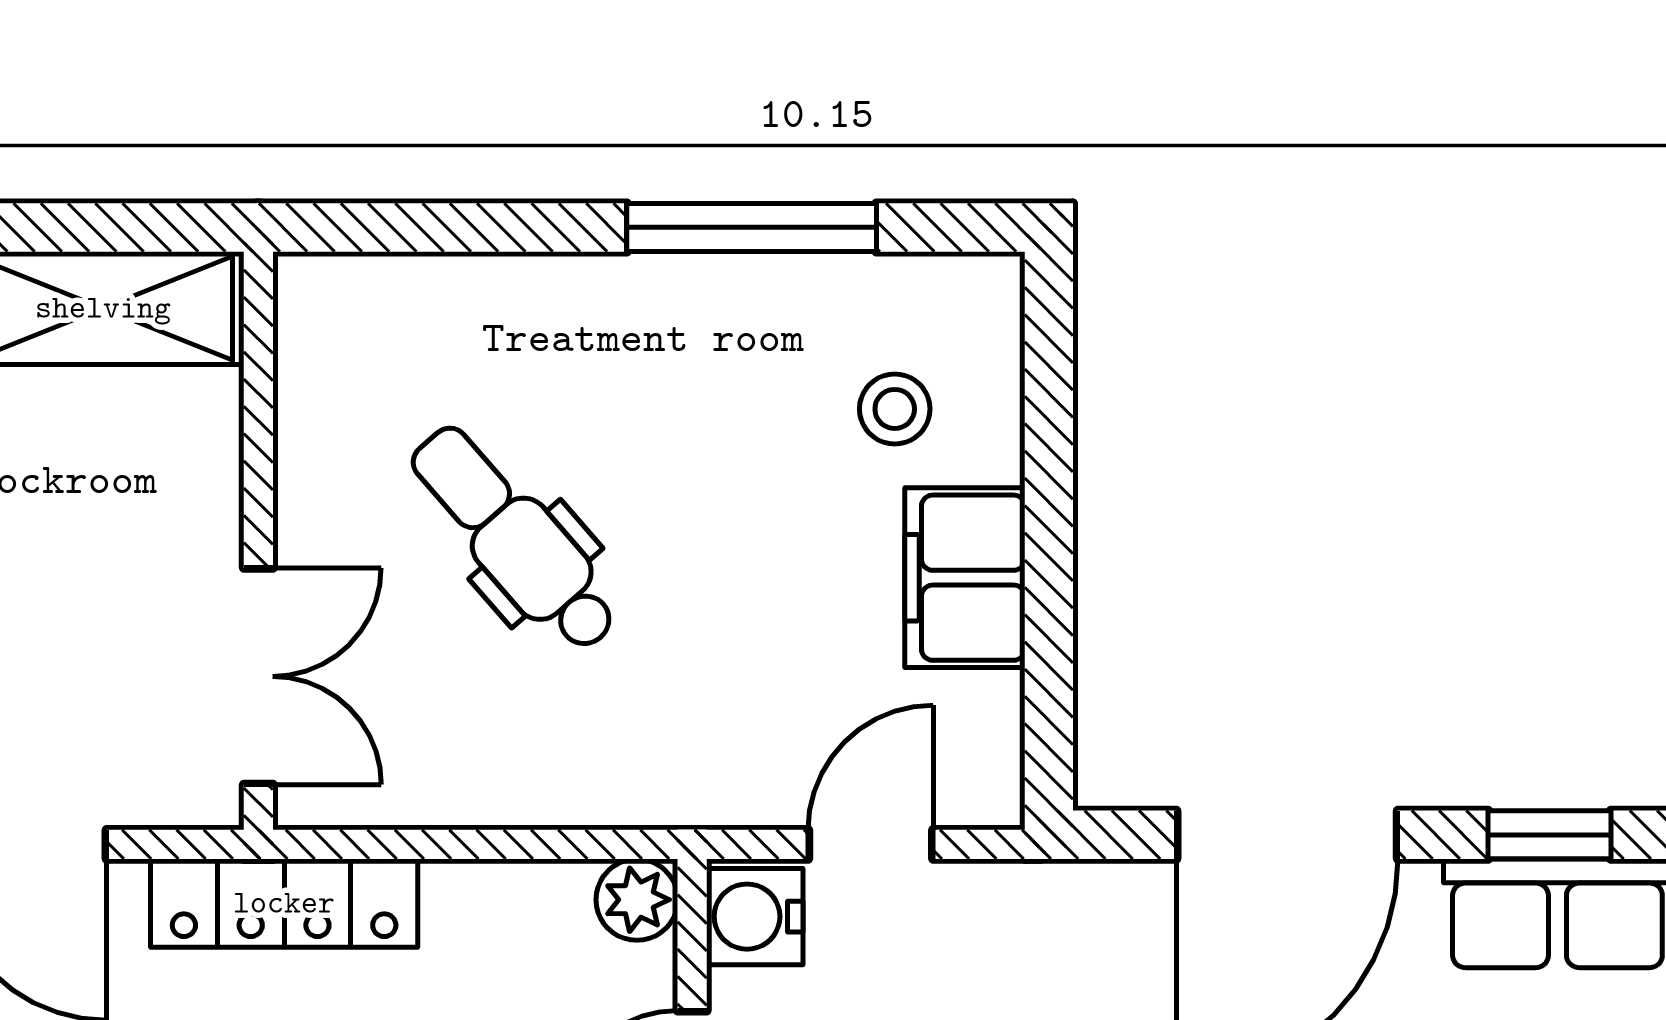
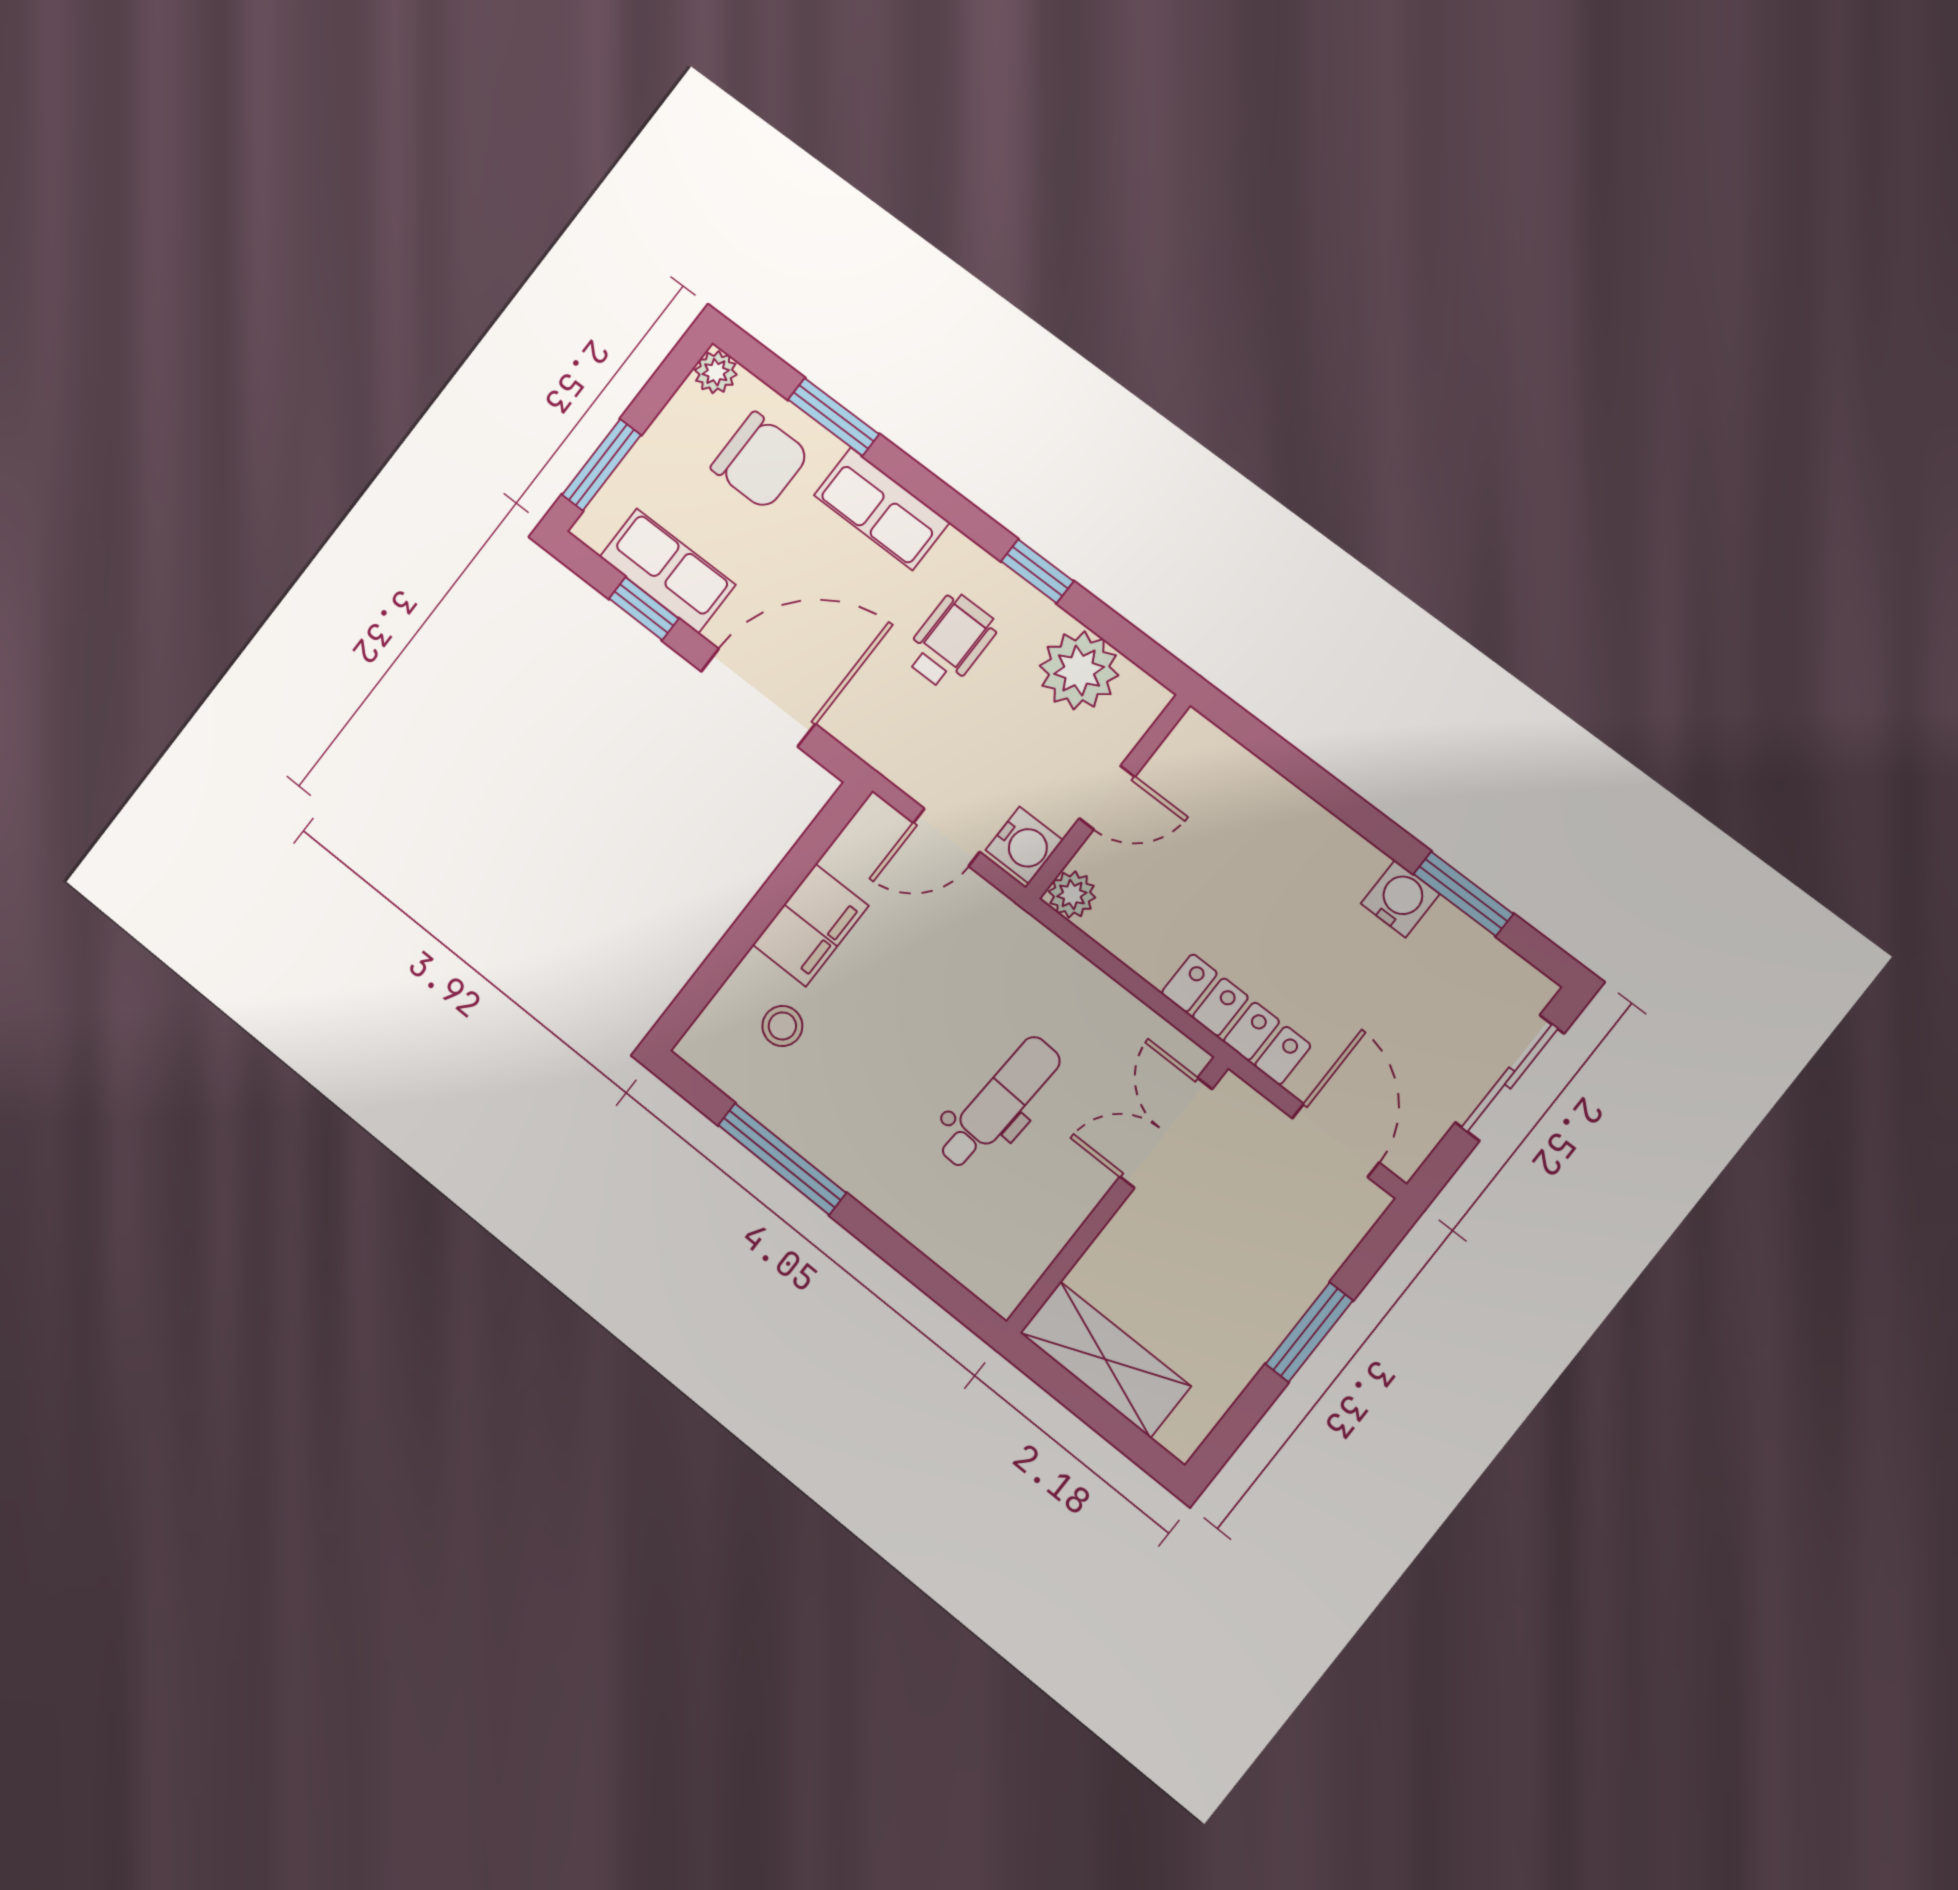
dental chair: (515, 539) -> (999, 1103), turned -136

